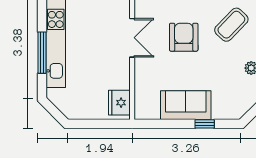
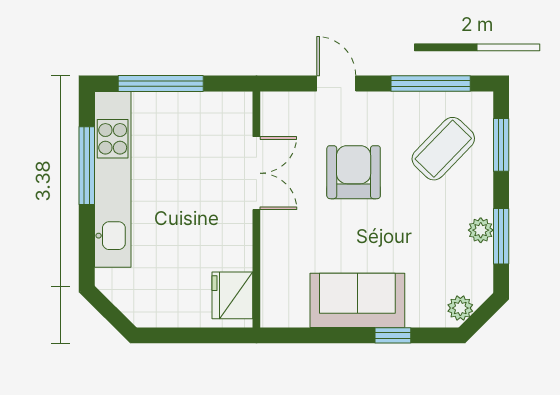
window: (42, 53) -> (87, 166), moved
plant: (240, 109) -> (460, 308), added

